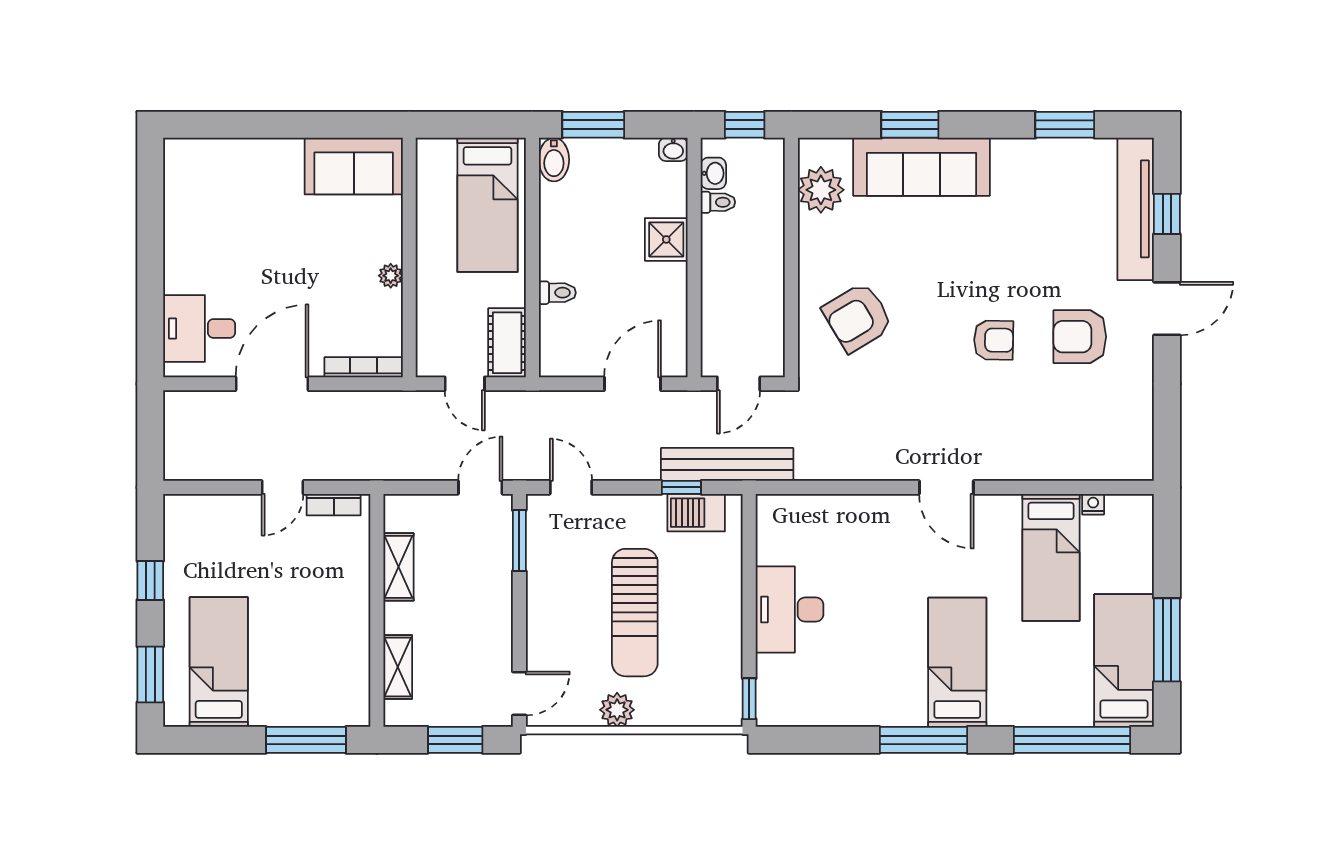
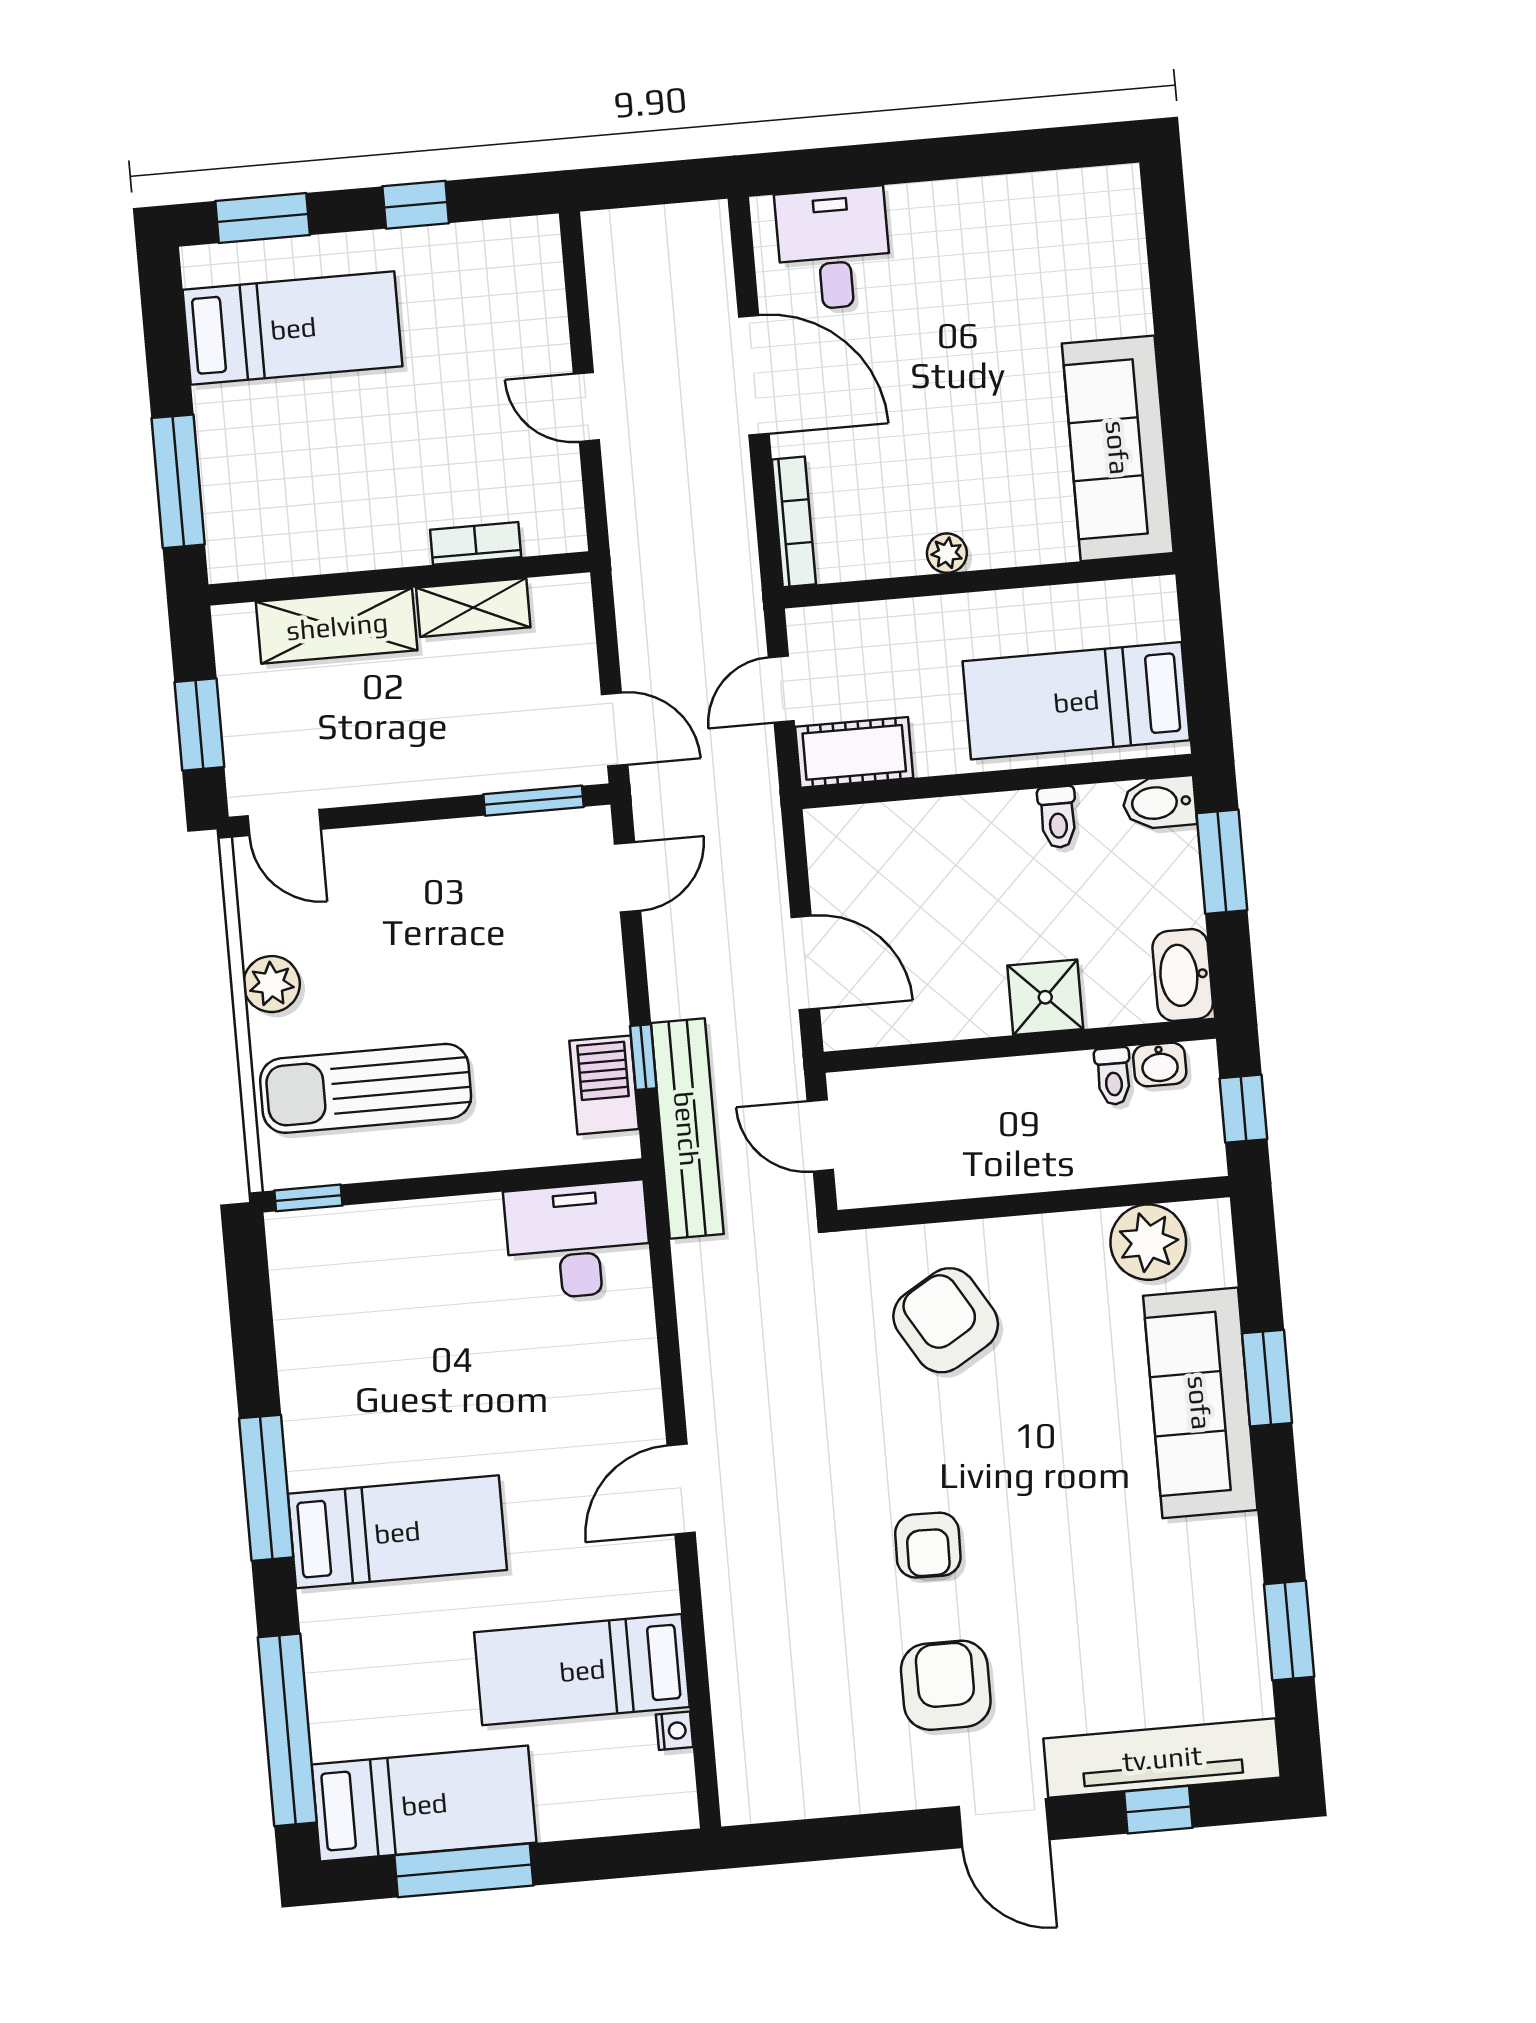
washbasin: (673, 149) -> (1183, 975), width x1.91, depth x1.45
sofa: (354, 166) -> (1118, 448), width x1.36
toilet: (557, 293) -> (1058, 817), moved
bookcase: (334, 505) -> (476, 543), moved, turned 90
desk: (790, 610) -> (578, 1241), moved
sun lounger: (635, 613) -> (366, 1088), moved
shelving: (398, 667) -> (337, 626), width x1.50, depth x1.33

